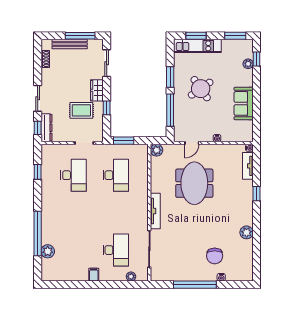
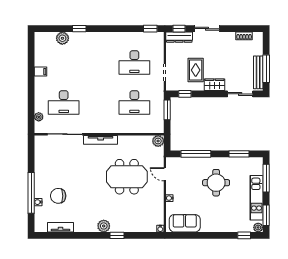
window: (196, 36) -> (266, 178), width x1.44
bench: (70, 44) -> (258, 72), moved
kitchen unit: (197, 46) -> (256, 198), moved
plant: (248, 64) -> (258, 227), moved
window: (170, 77) -> (239, 154), moved
round table: (201, 89) -> (216, 183), turned 35
sofa: (244, 103) -> (185, 223), moved
window: (107, 108) -> (185, 94), moved
tv unit: (248, 166) -> (60, 227), moved
window: (38, 172) -> (150, 29), moved
plant: (247, 232) -> (104, 226), moved
window: (38, 234) -> (79, 29), width x0.32
filing cabinet: (94, 275) -> (40, 72), moved
window: (195, 285) -> (31, 193), moved

